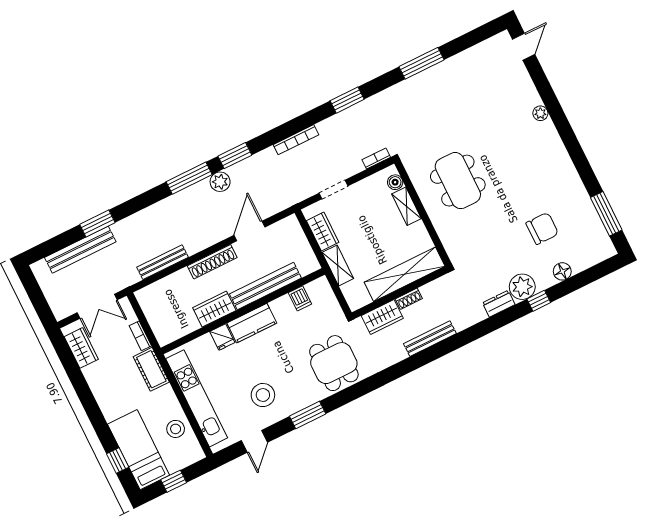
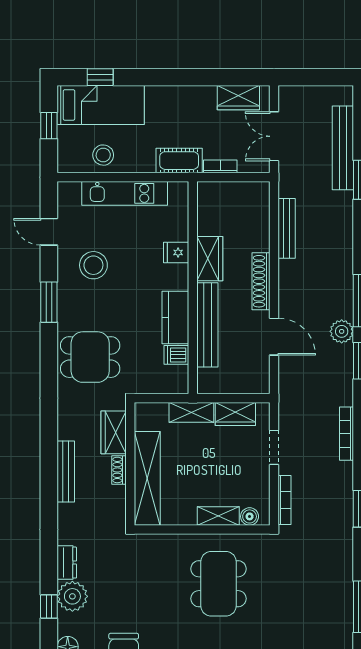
bookcase: (376, 158) -> (285, 500), width x1.56
dining table: (458, 181) -> (218, 584), turned 90
kitchen counter: (252, 323) -> (175, 317), moved
kitchen unit: (197, 398) -> (125, 193), width x0.73

